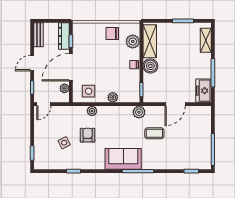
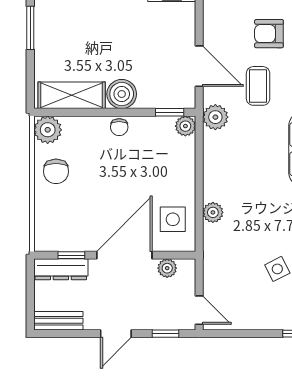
plant: (133, 41) -> (48, 130), moved
door: (32, 63) -> (116, 334), hinge flipped
door: (71, 67) -> (124, 255), swing flipped
plant: (113, 97) -> (185, 126), moved
door: (175, 104) -> (199, 66), moved
armchair: (88, 135) -> (269, 34), moved

